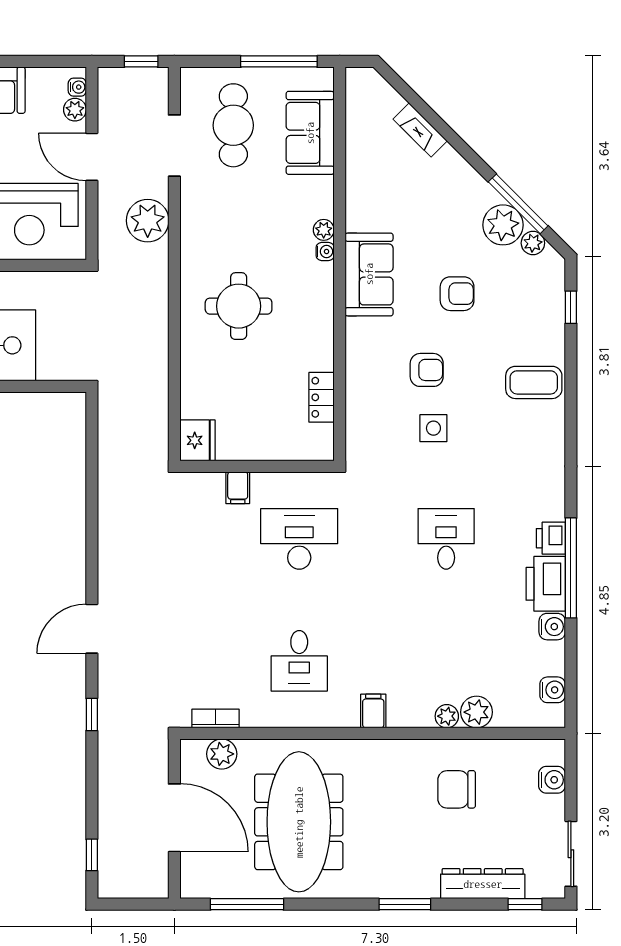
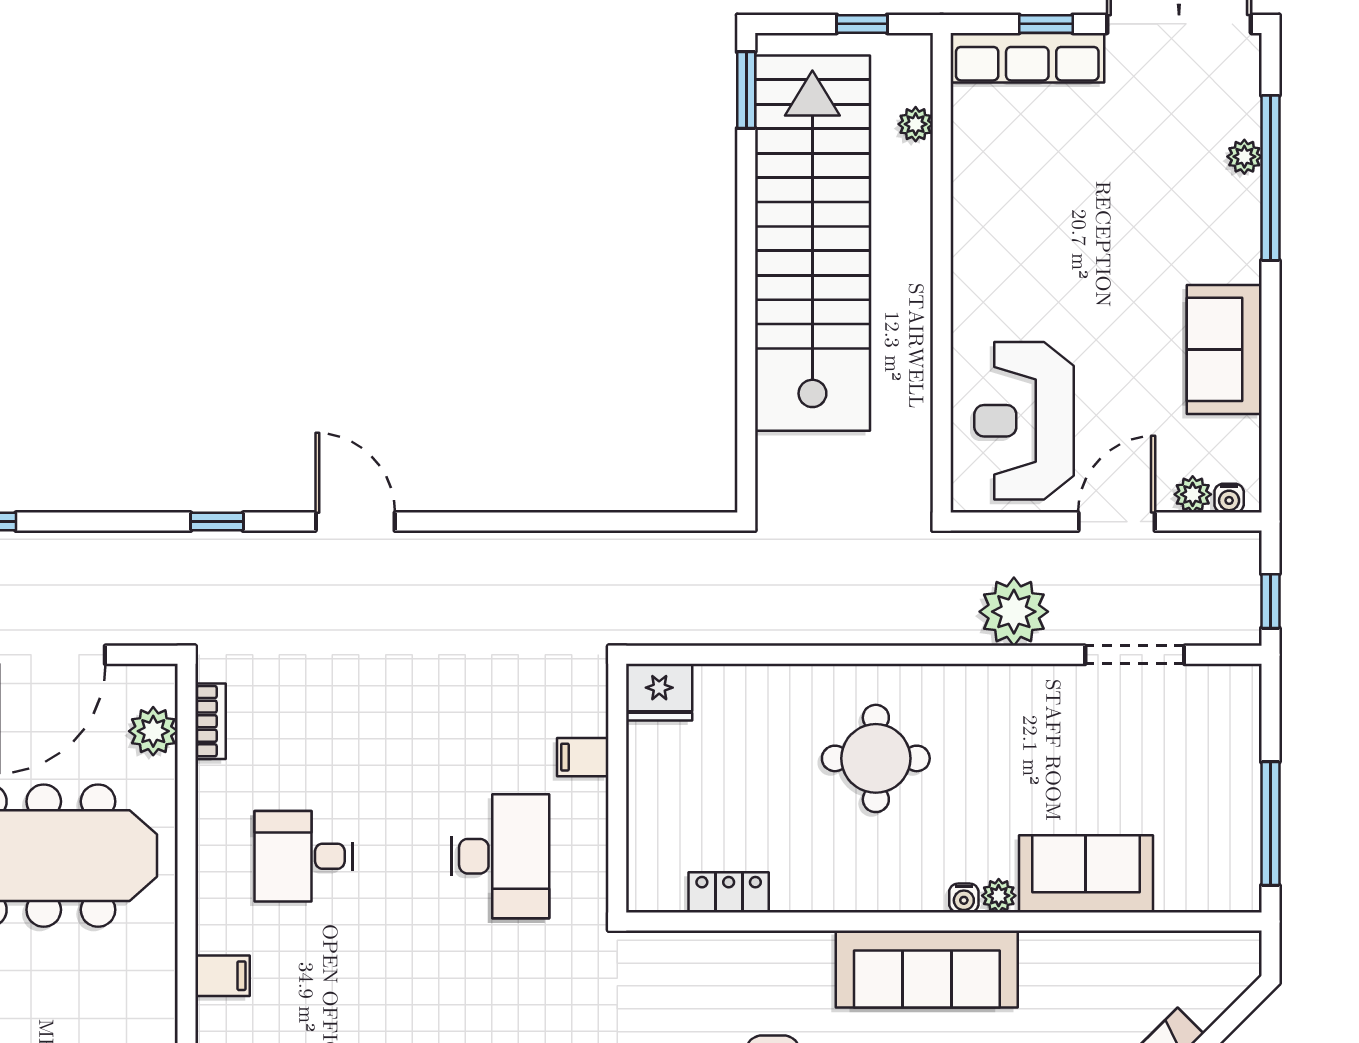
cafe table: (233, 125) -> (1167, 750), removed
sofa: (310, 133) -> (1086, 874), moved
sofa: (369, 274) -> (927, 969), width x1.36

